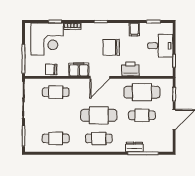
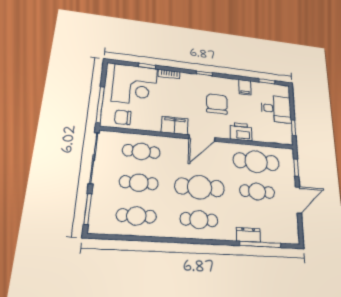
chair: (111, 47) -> (217, 104), turned 90
chair: (51, 69) -> (123, 117), moved
cafe table: (56, 115) -> (139, 183), added

